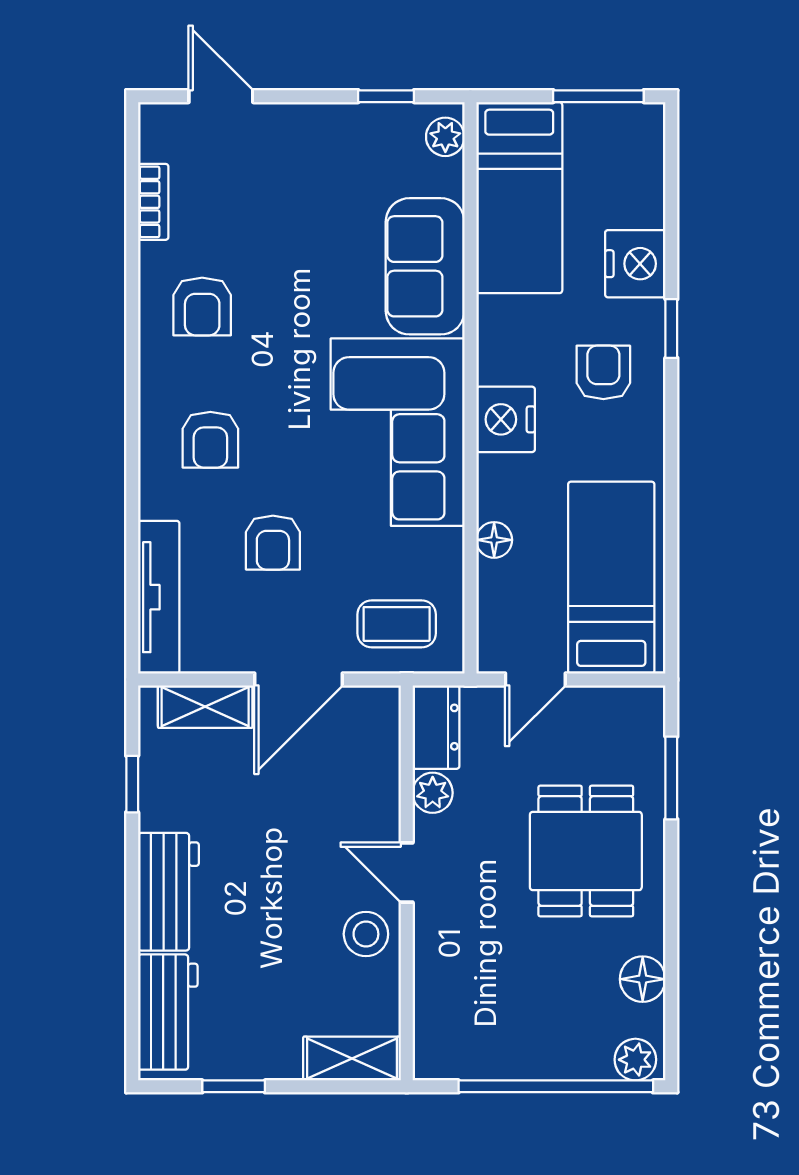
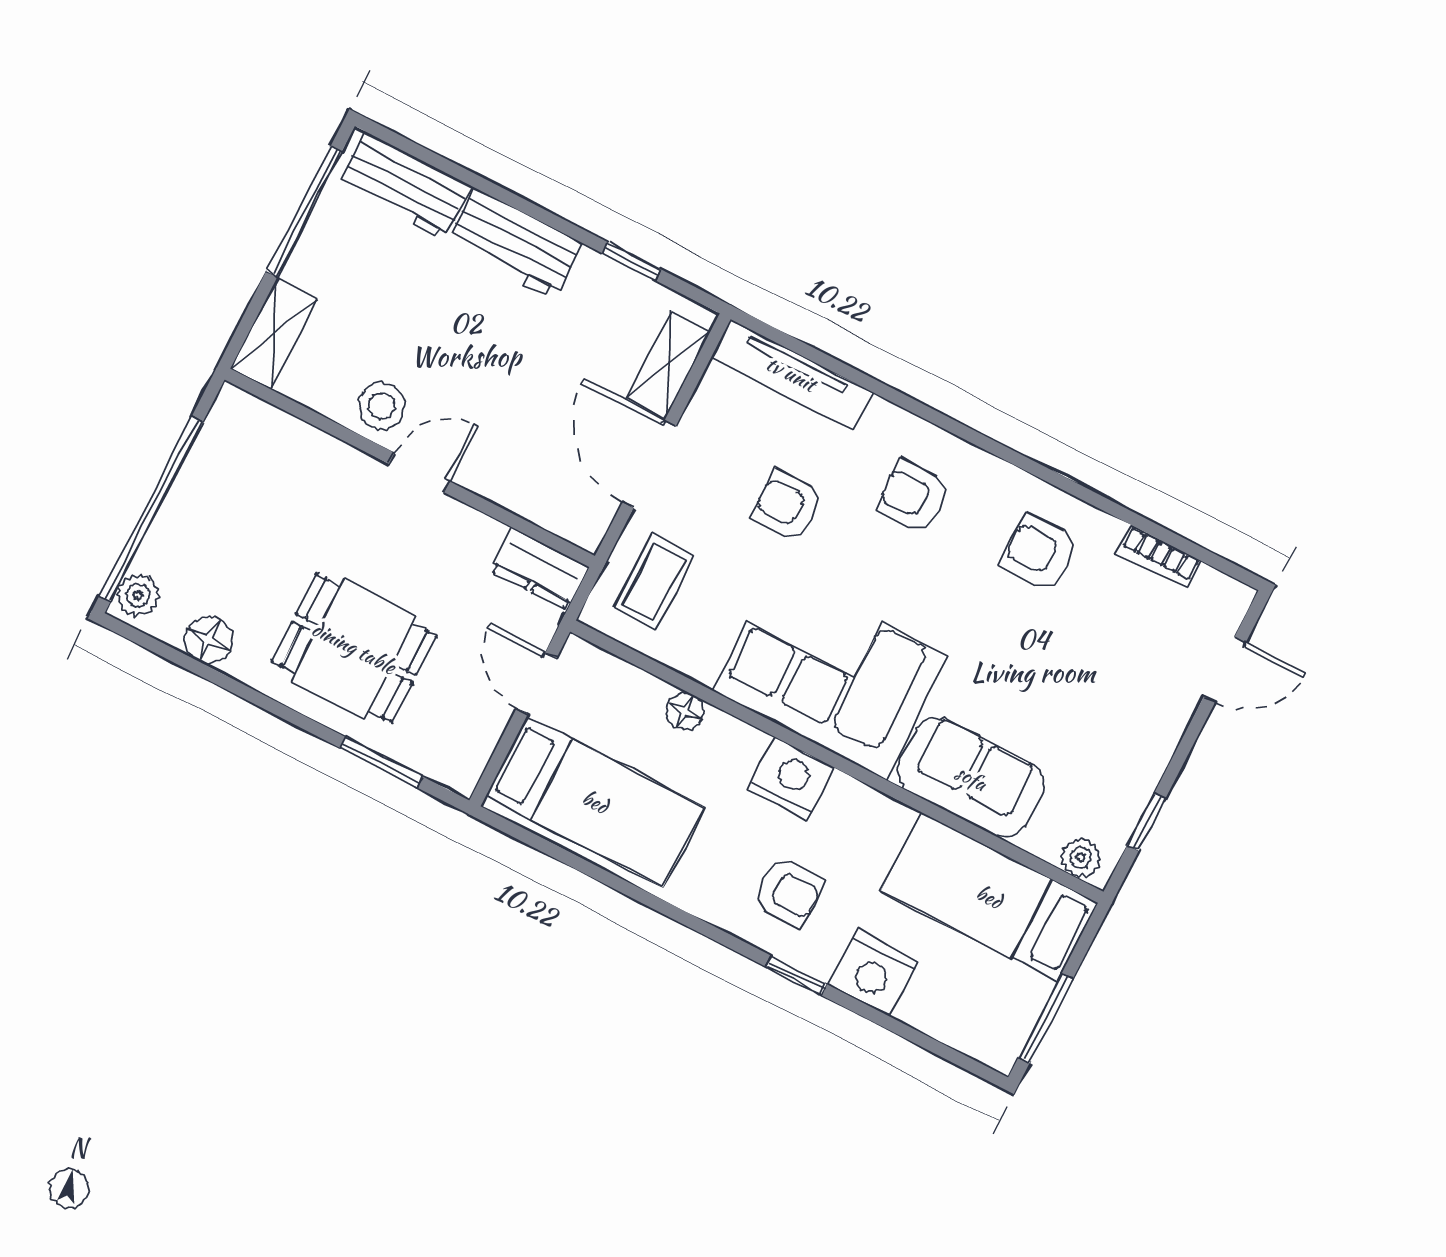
plant: (433, 793) -> (481, 535), removed
window: (234, 1086) -> (304, 211), width x2.17

